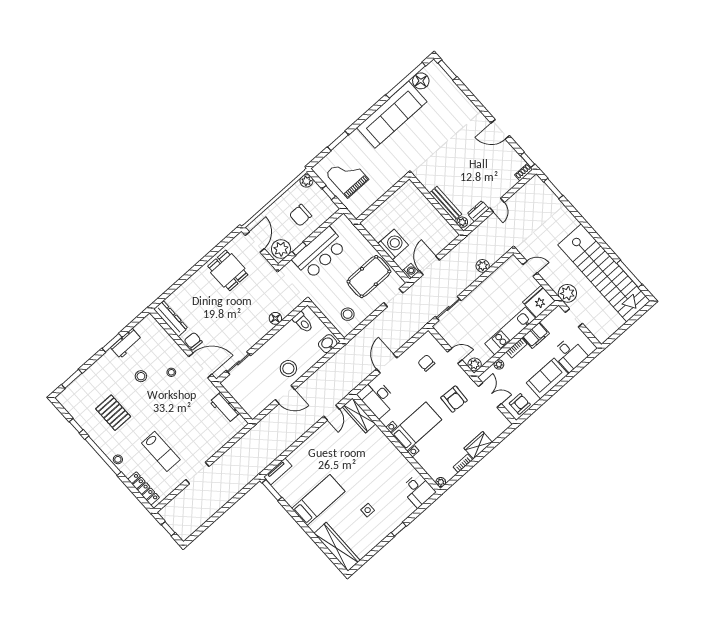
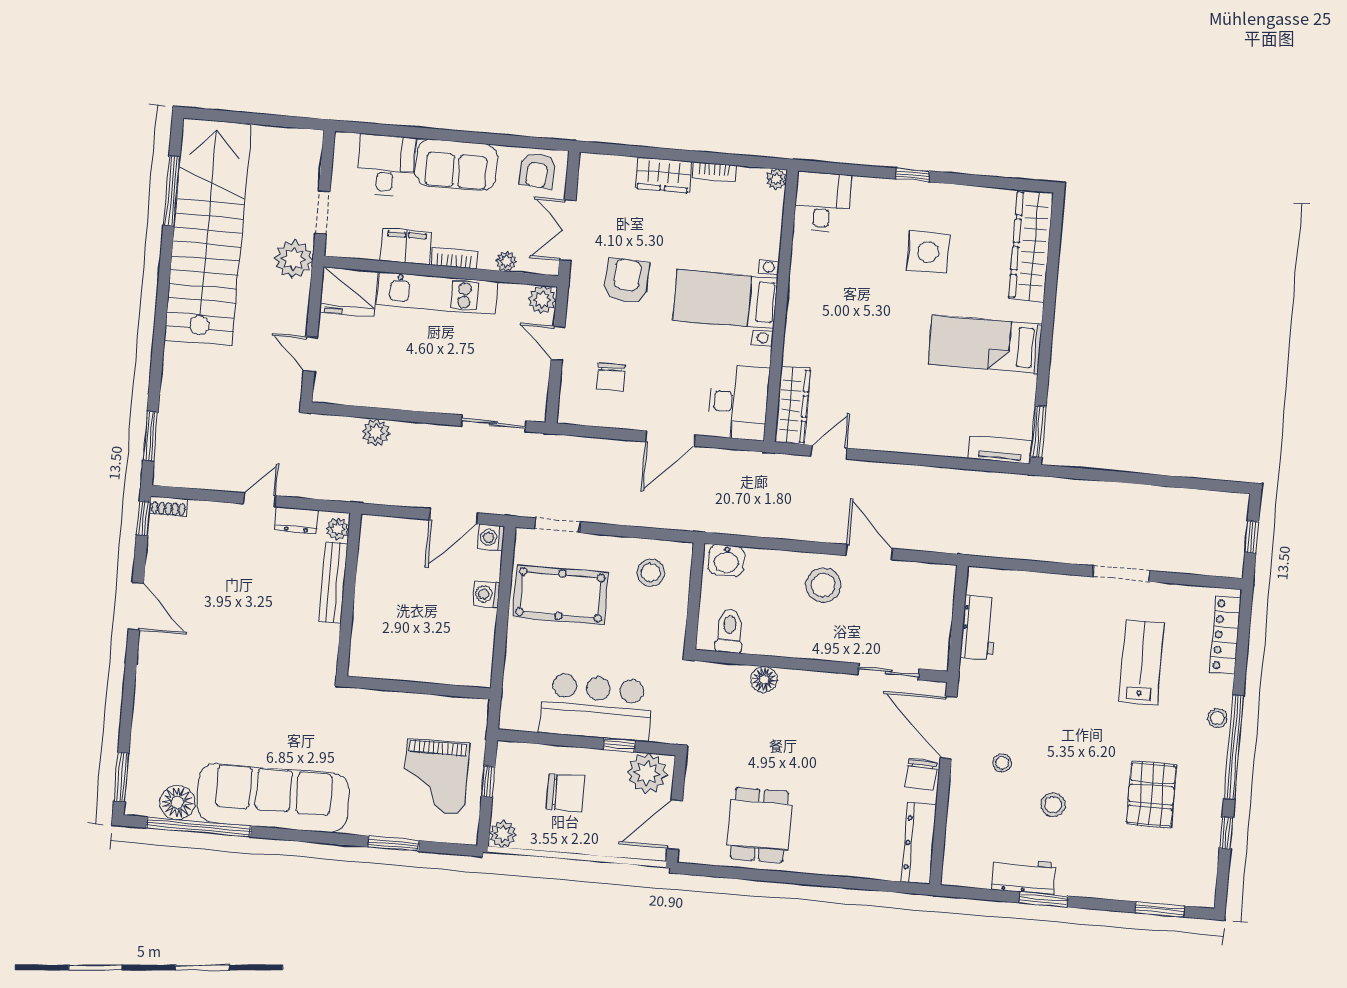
washing machine: (393, 244) -> (486, 594), width x0.53, depth x0.53
armchair: (520, 404) -> (537, 170), turned -86
side table: (368, 510) -> (928, 252), width x1.87, depth x1.87

